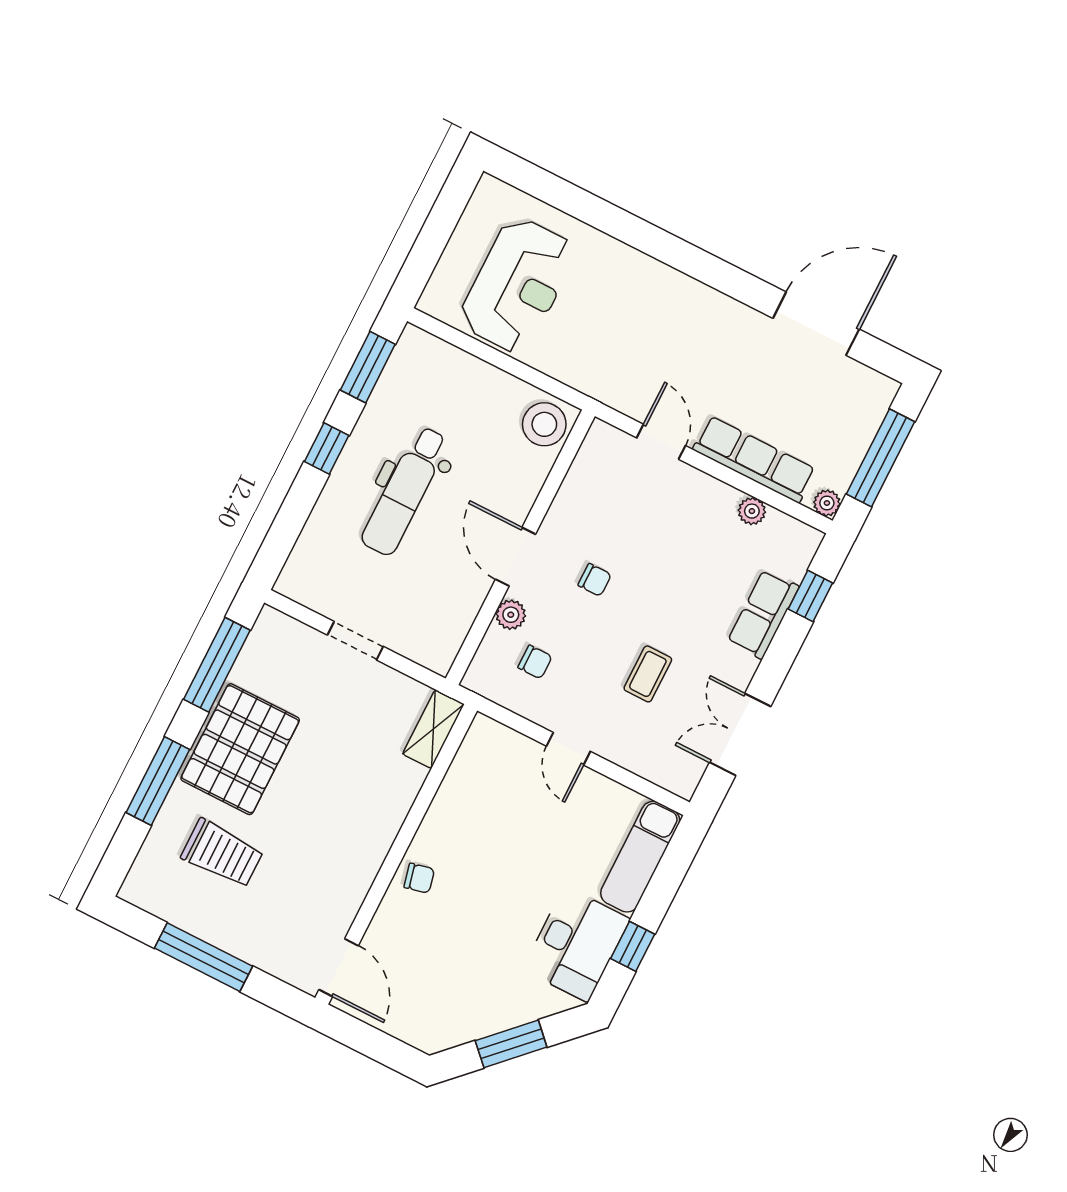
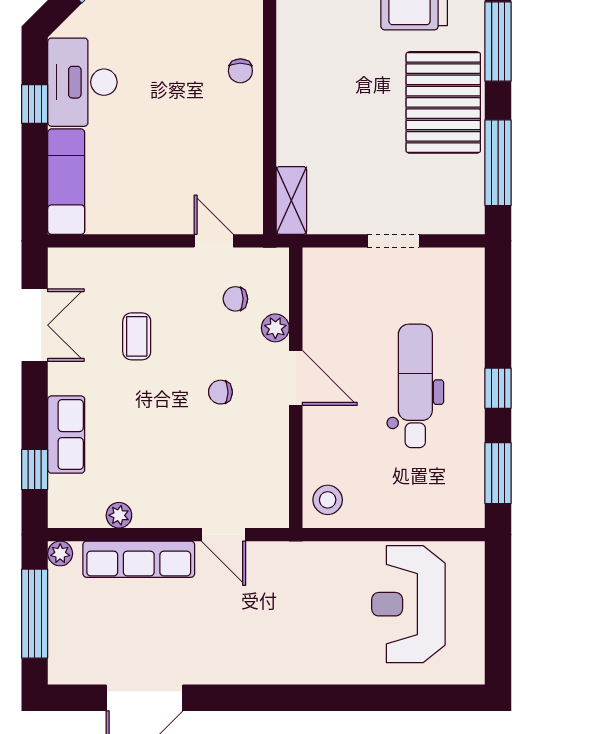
stool: (544, 424) -> (328, 500), width x0.73, depth x0.73
door: (568, 749) -> (214, 241), moved
chair: (419, 878) -> (240, 71), turned -77

